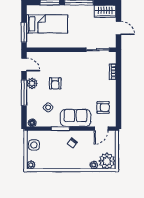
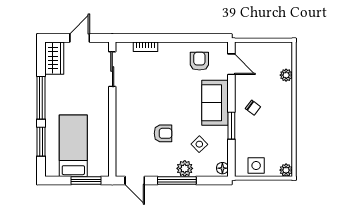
door: (24, 65) -> (135, 181), swing flipped
plant: (32, 83) -> (185, 168), moved
plant: (107, 161) -> (280, 55), removed

